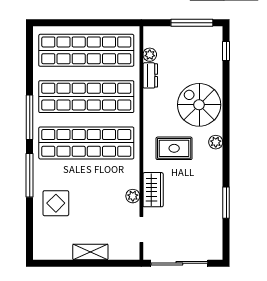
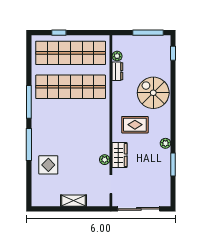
window: (70, 23) -> (59, 33), added
plant: (216, 142) -> (165, 143), moved
shop shelf: (86, 143) -> (71, 121), removed

